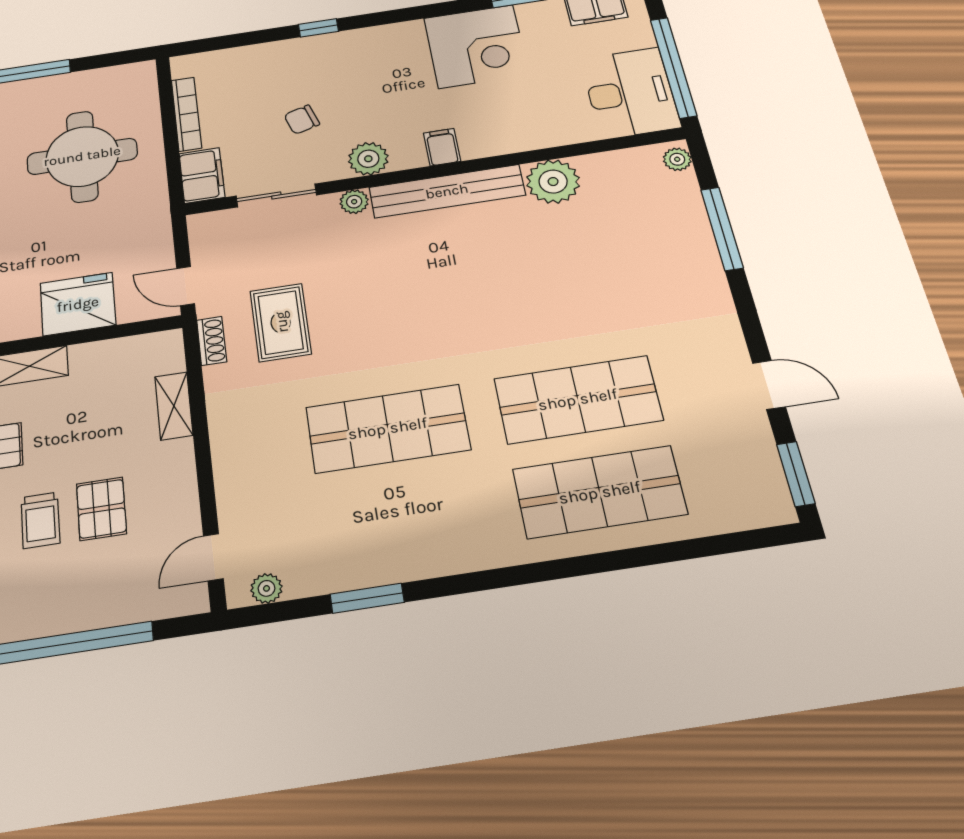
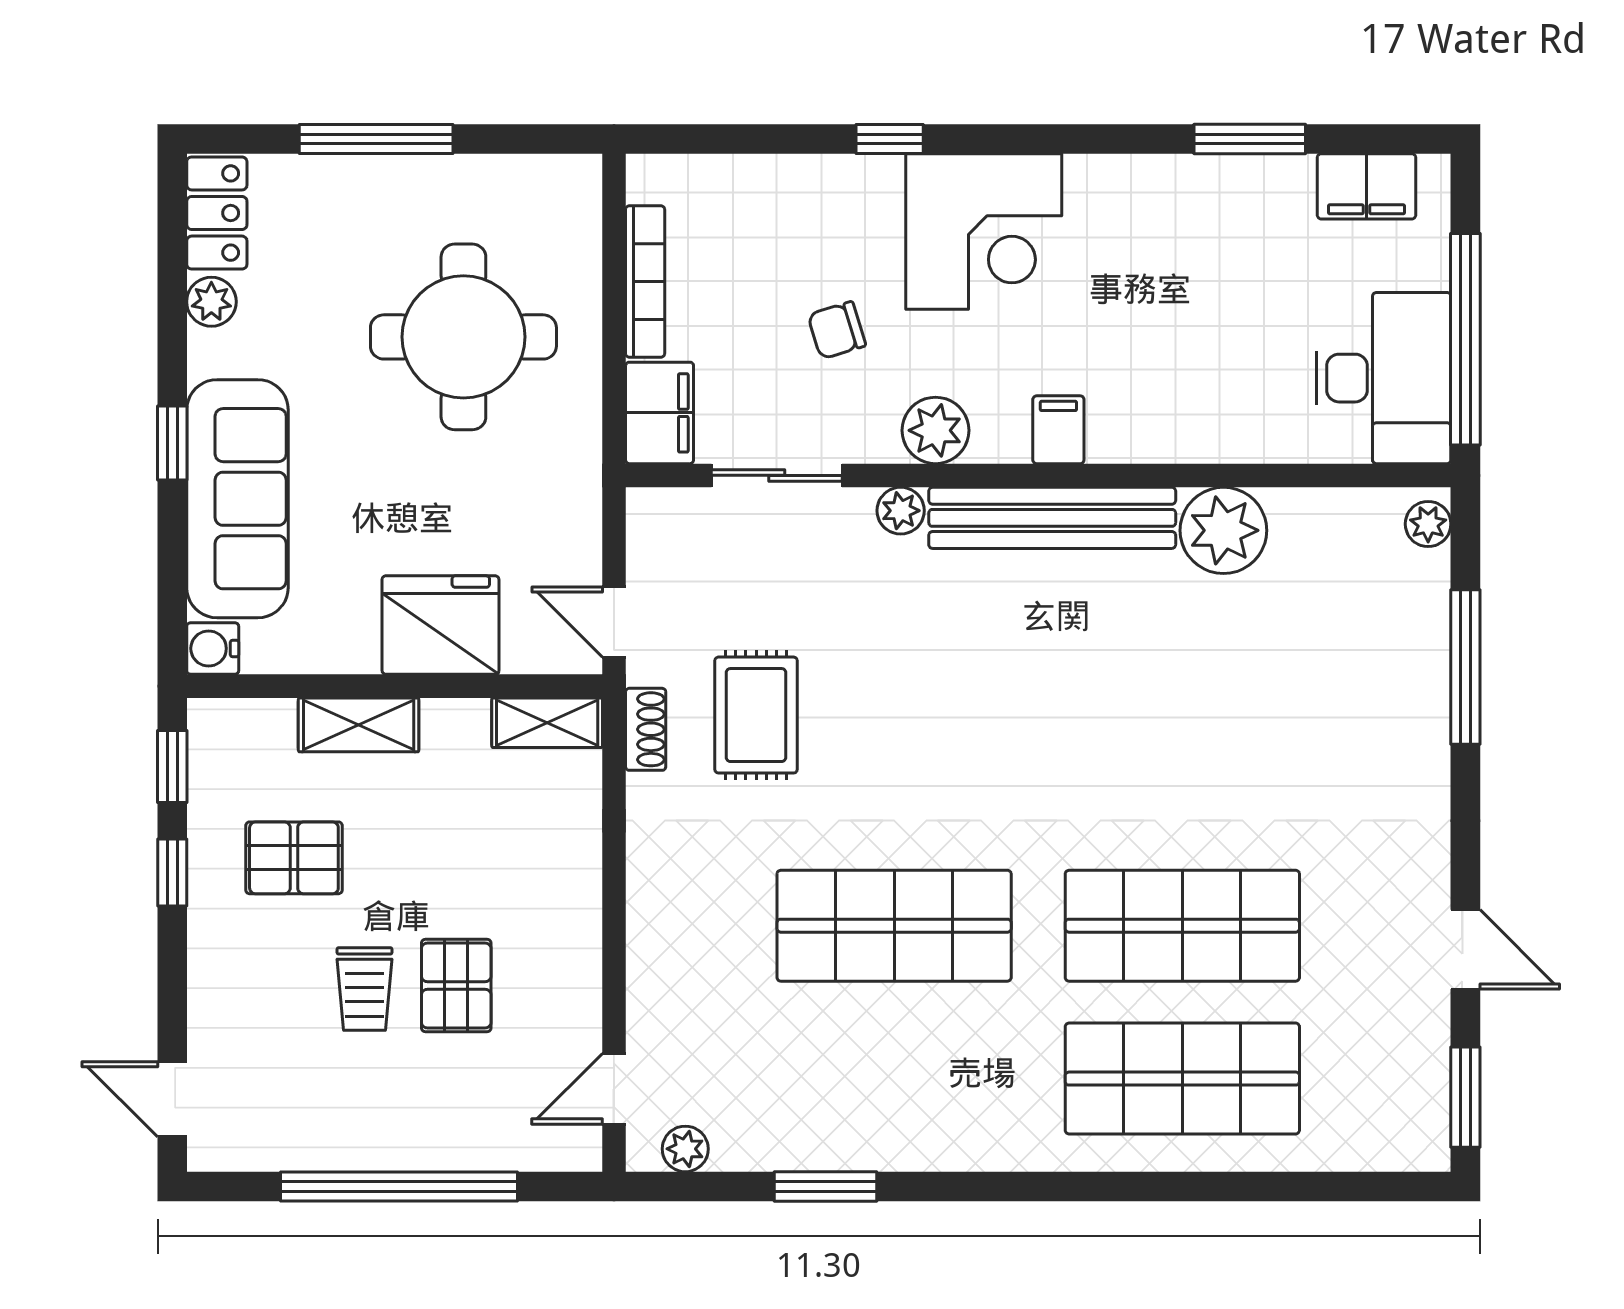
corner desk: (476, 46) -> (984, 232), moved
shelving: (174, 406) -> (547, 723), moved, turned 90

